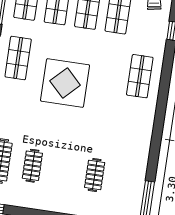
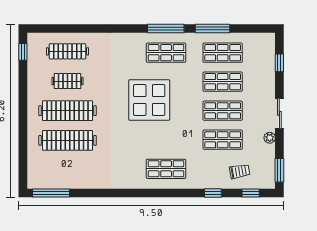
clothes rail: (64, 170) -> (68, 111), added
clothes rail: (95, 175) -> (68, 140), width x1.86, depth x1.31

